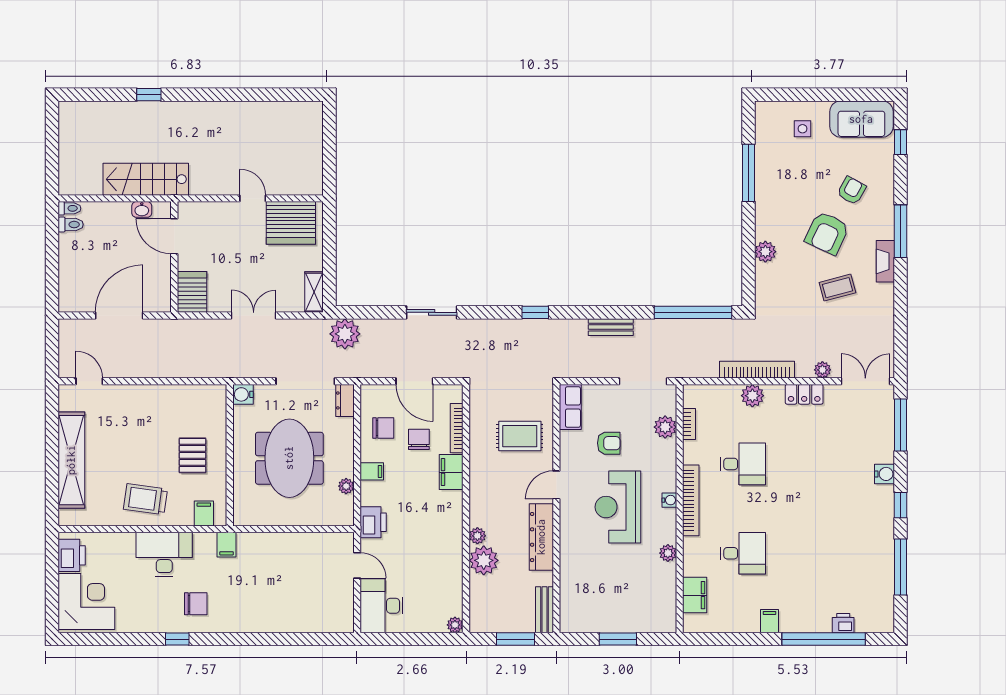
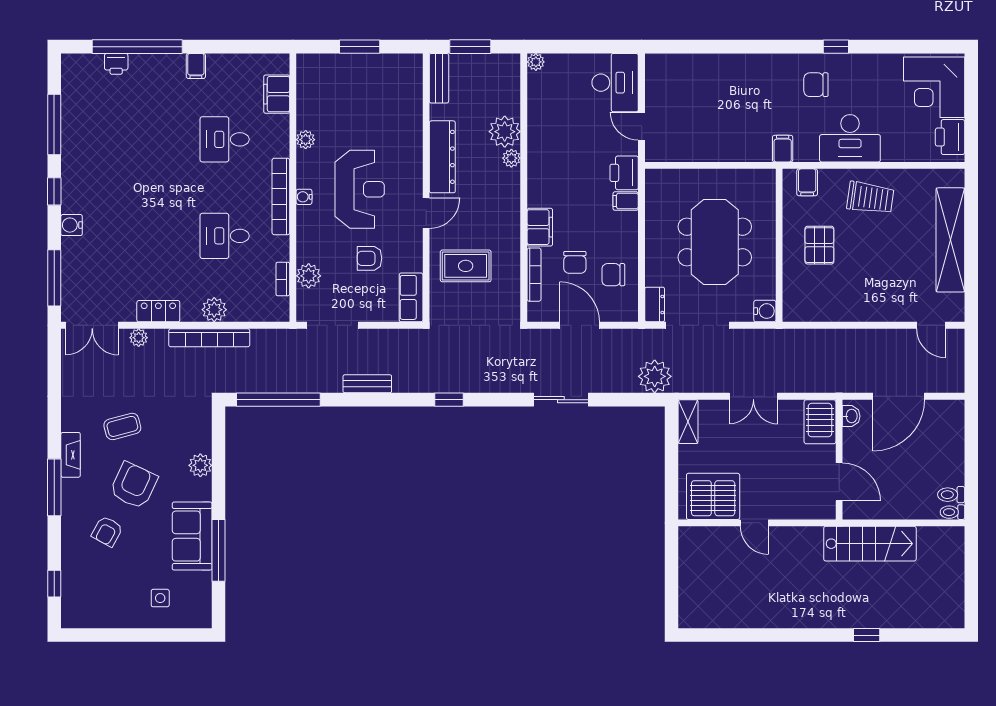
sofa: (861, 119) -> (192, 536), moved, turned -90
washbasin: (142, 209) -> (851, 416), moved, turned 90
filing cabinet: (372, 471) -> (626, 201), moved
plant: (346, 486) -> (653, 212), removed

